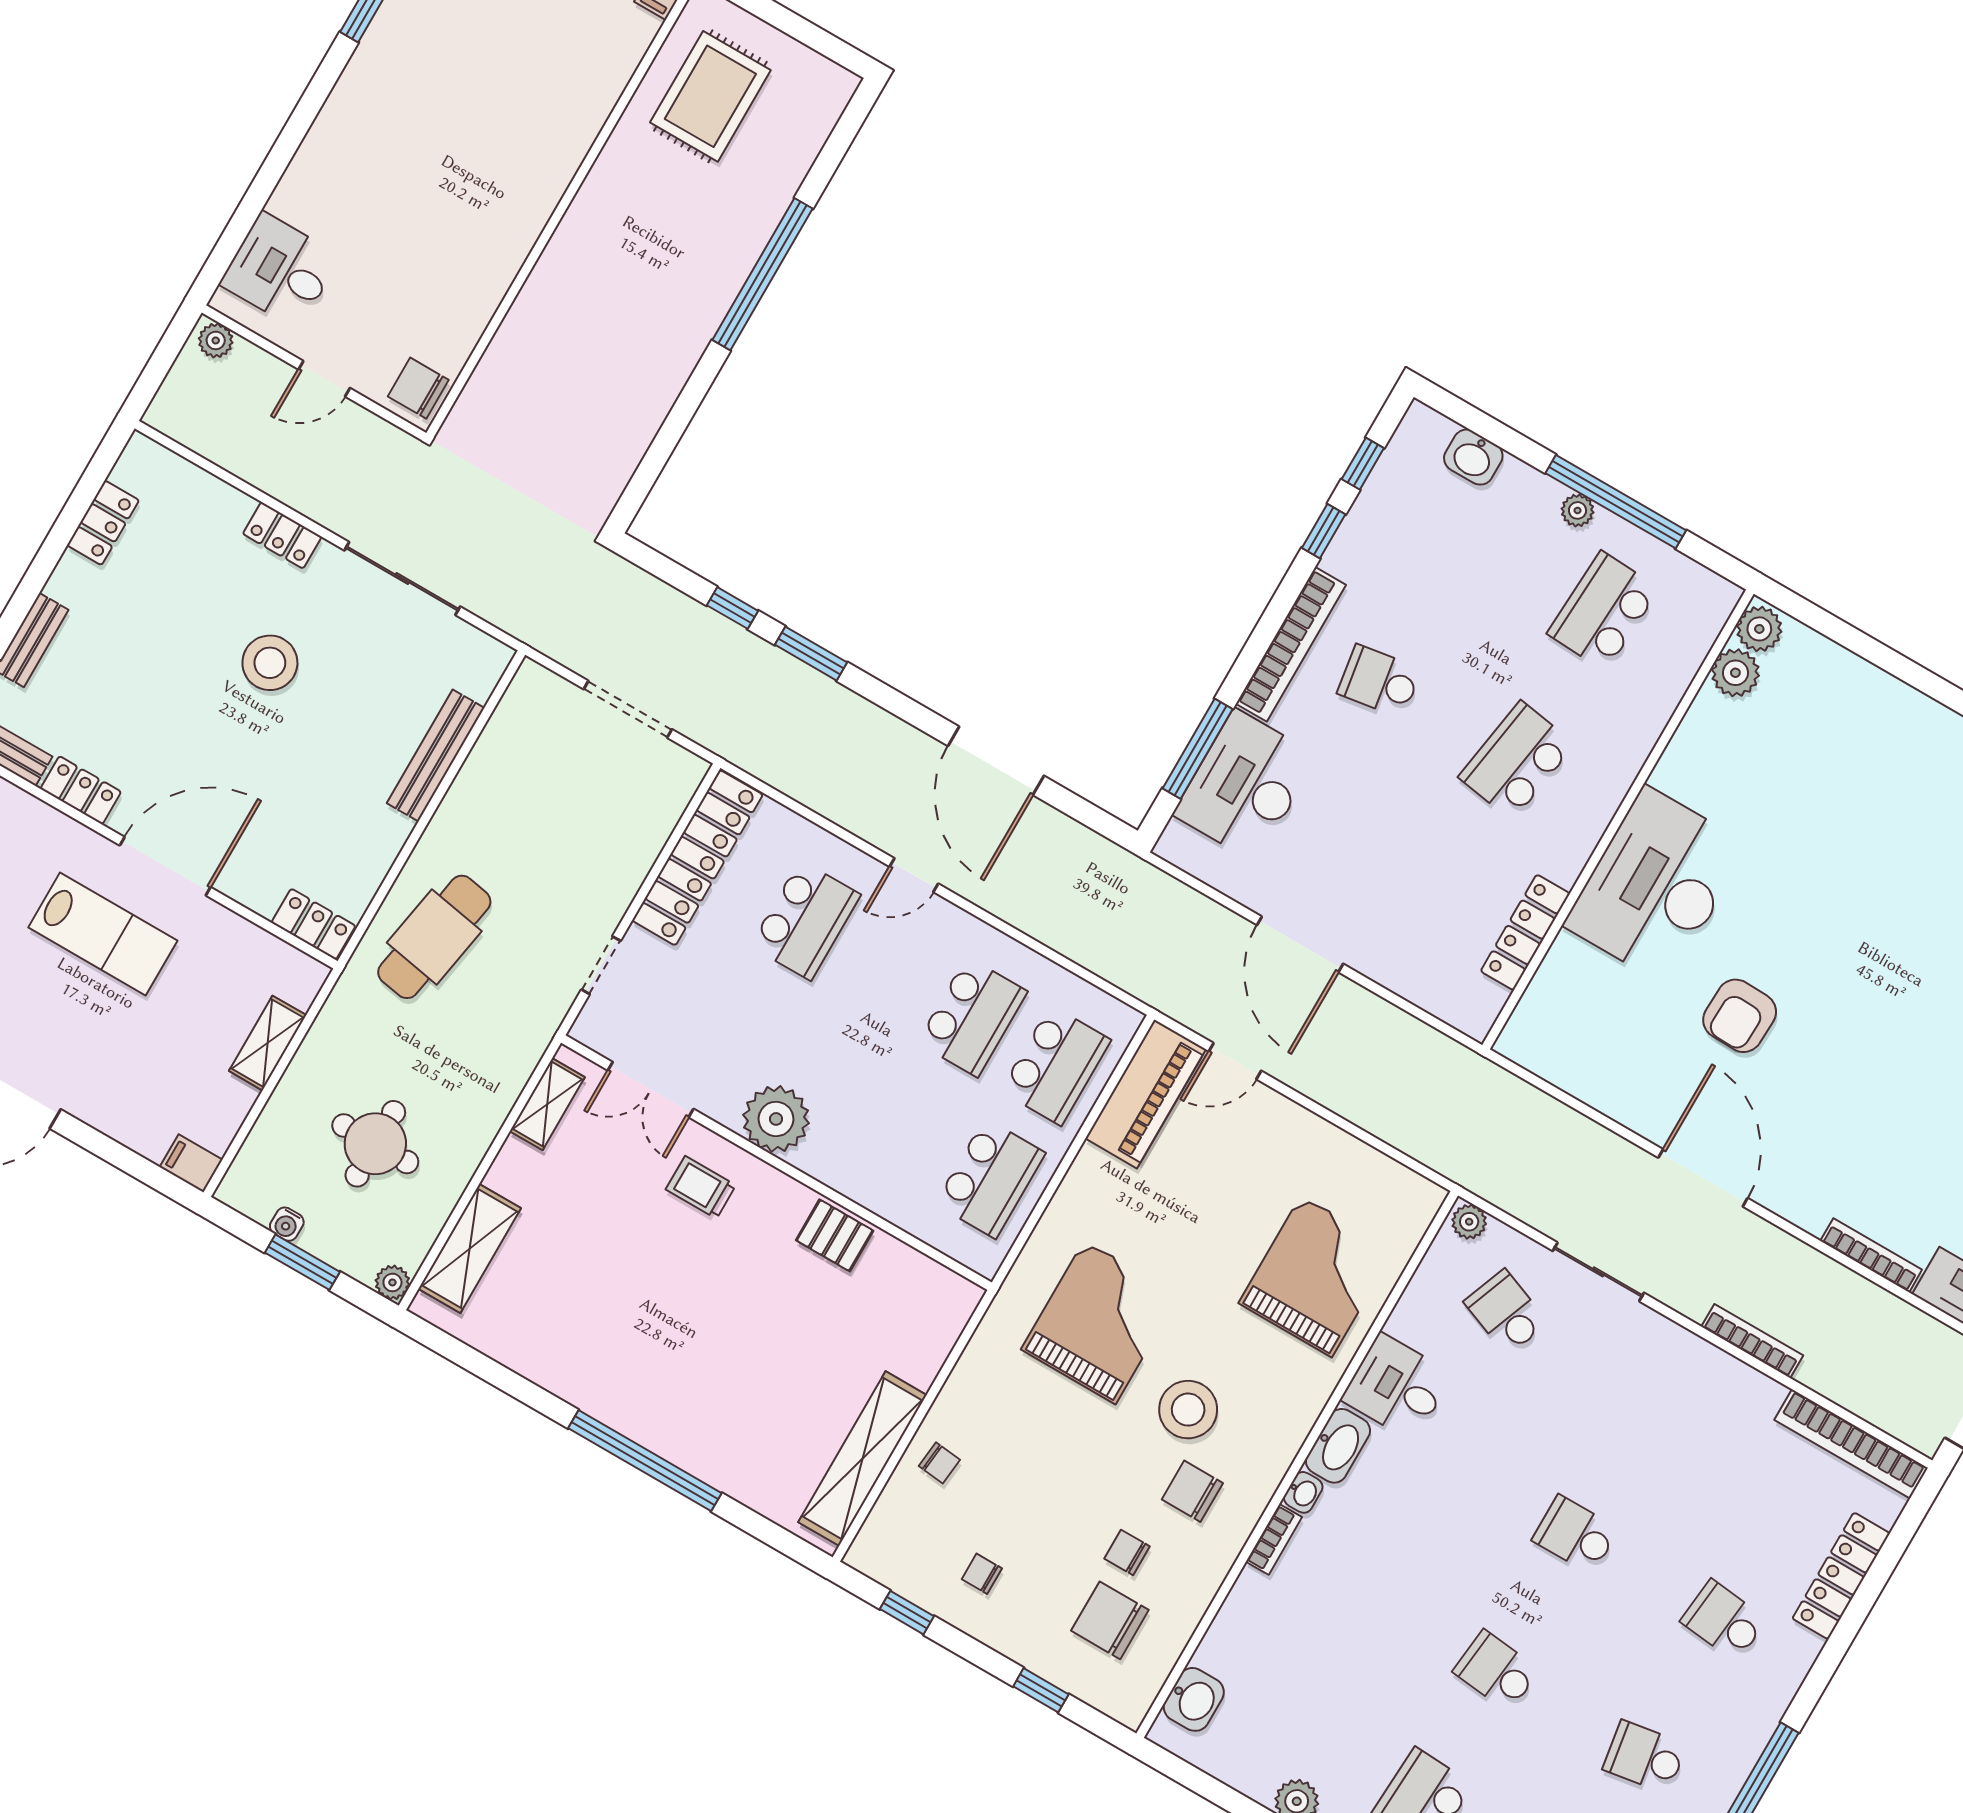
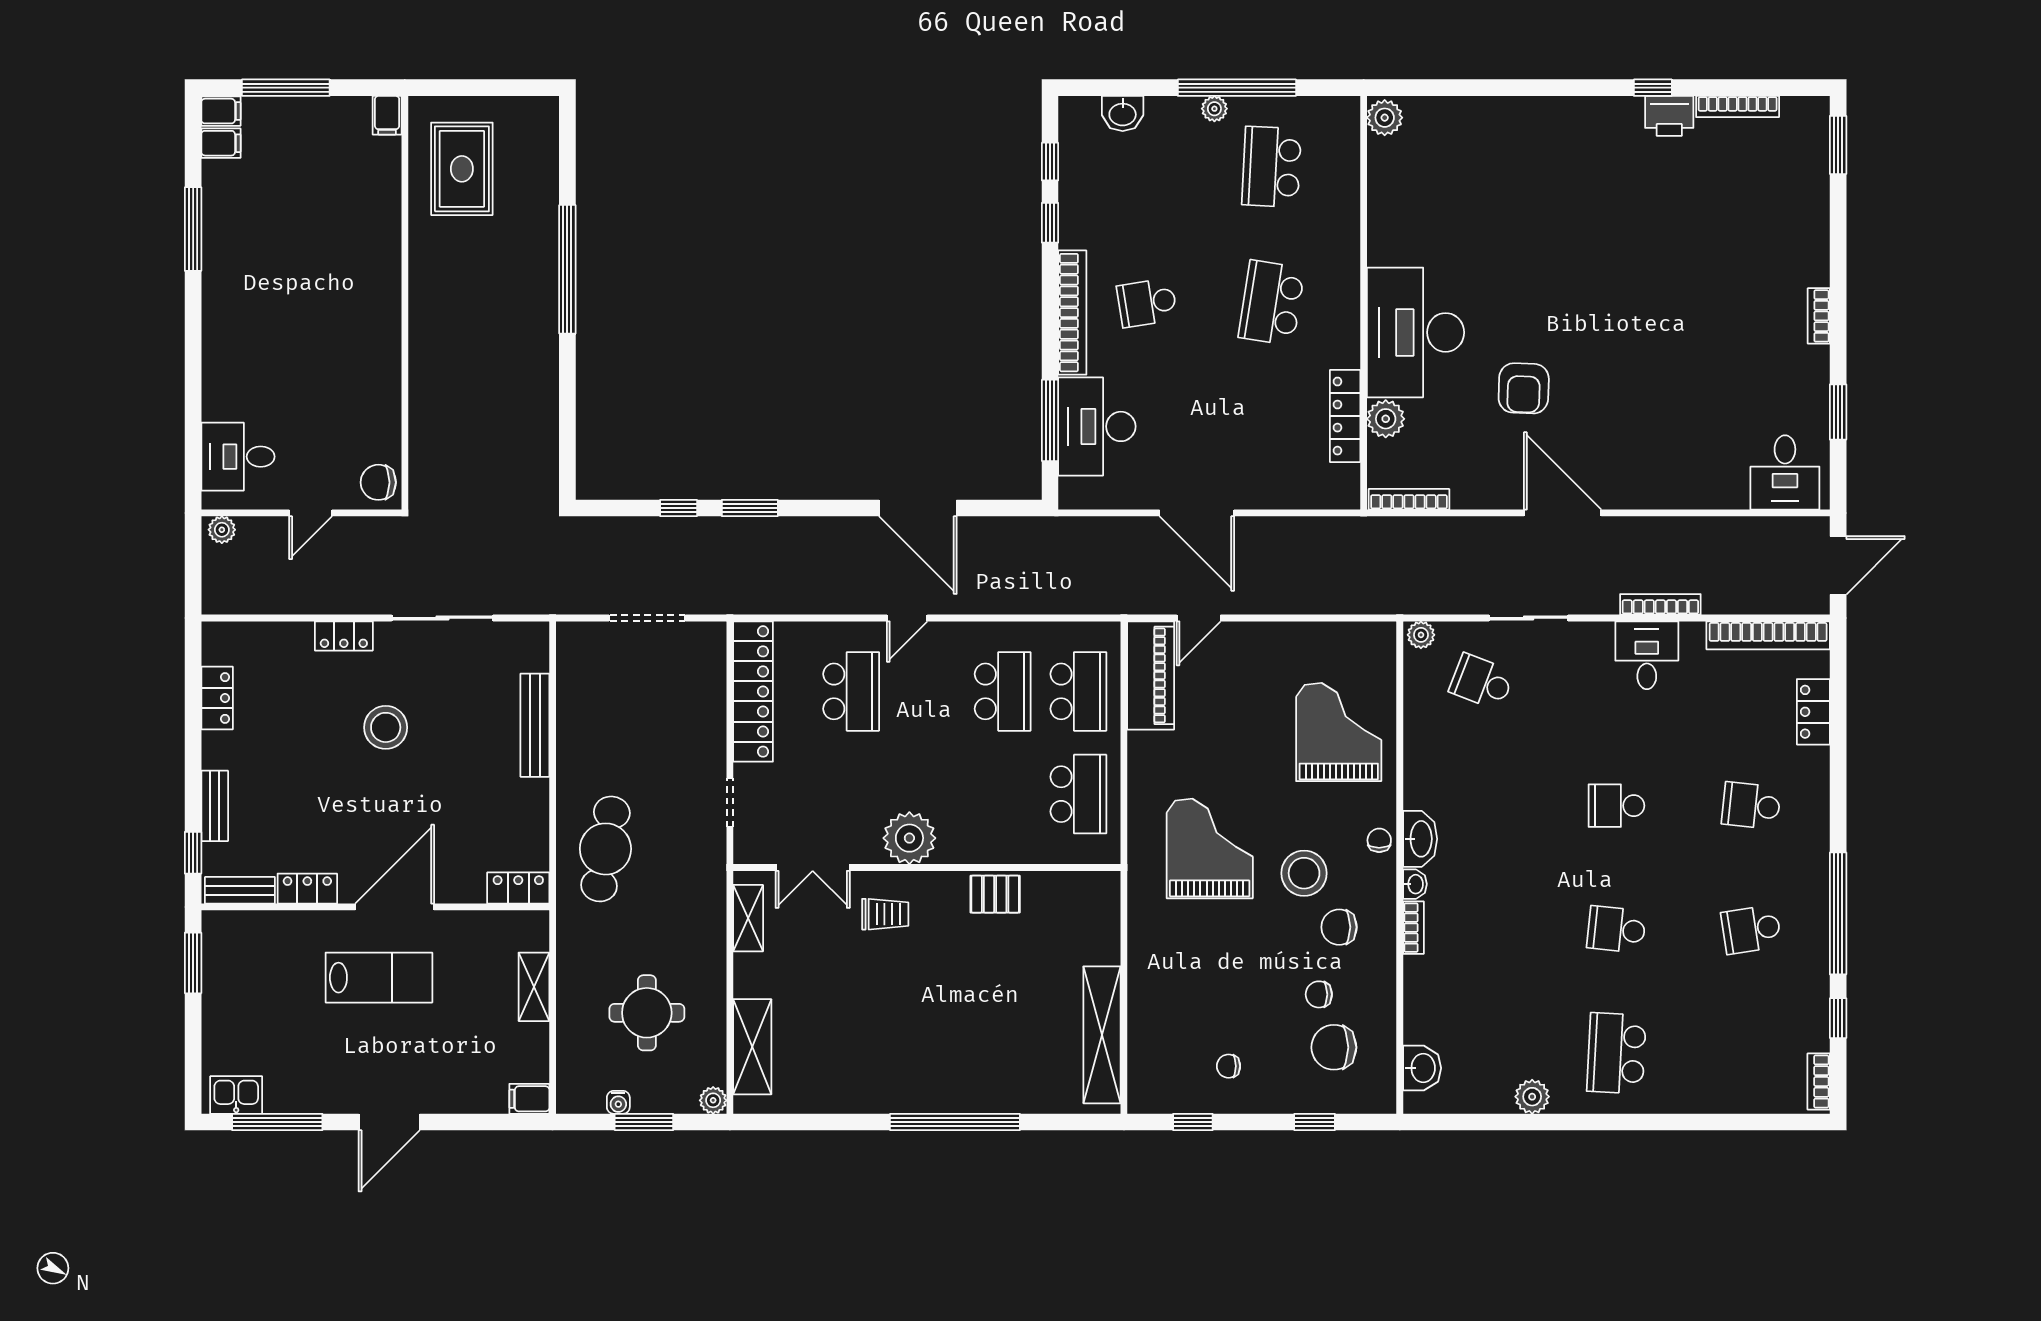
plant: (1735, 673) -> (1386, 419), moved
trolley: (701, 1187) -> (885, 914), turned 180
bookcase: (1871, 1255) -> (1409, 499), moved
desk: (1397, 1387) -> (1647, 655), moved, turned 90
chair: (939, 1463) -> (1379, 840), moved, turned -96
locker: (1841, 1576) -> (1813, 712), width x0.66

